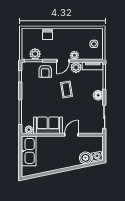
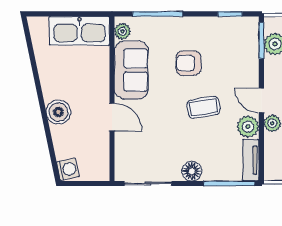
armchair: (45, 71) -> (189, 63), moved
boiler: (86, 158) -> (58, 112), moved

